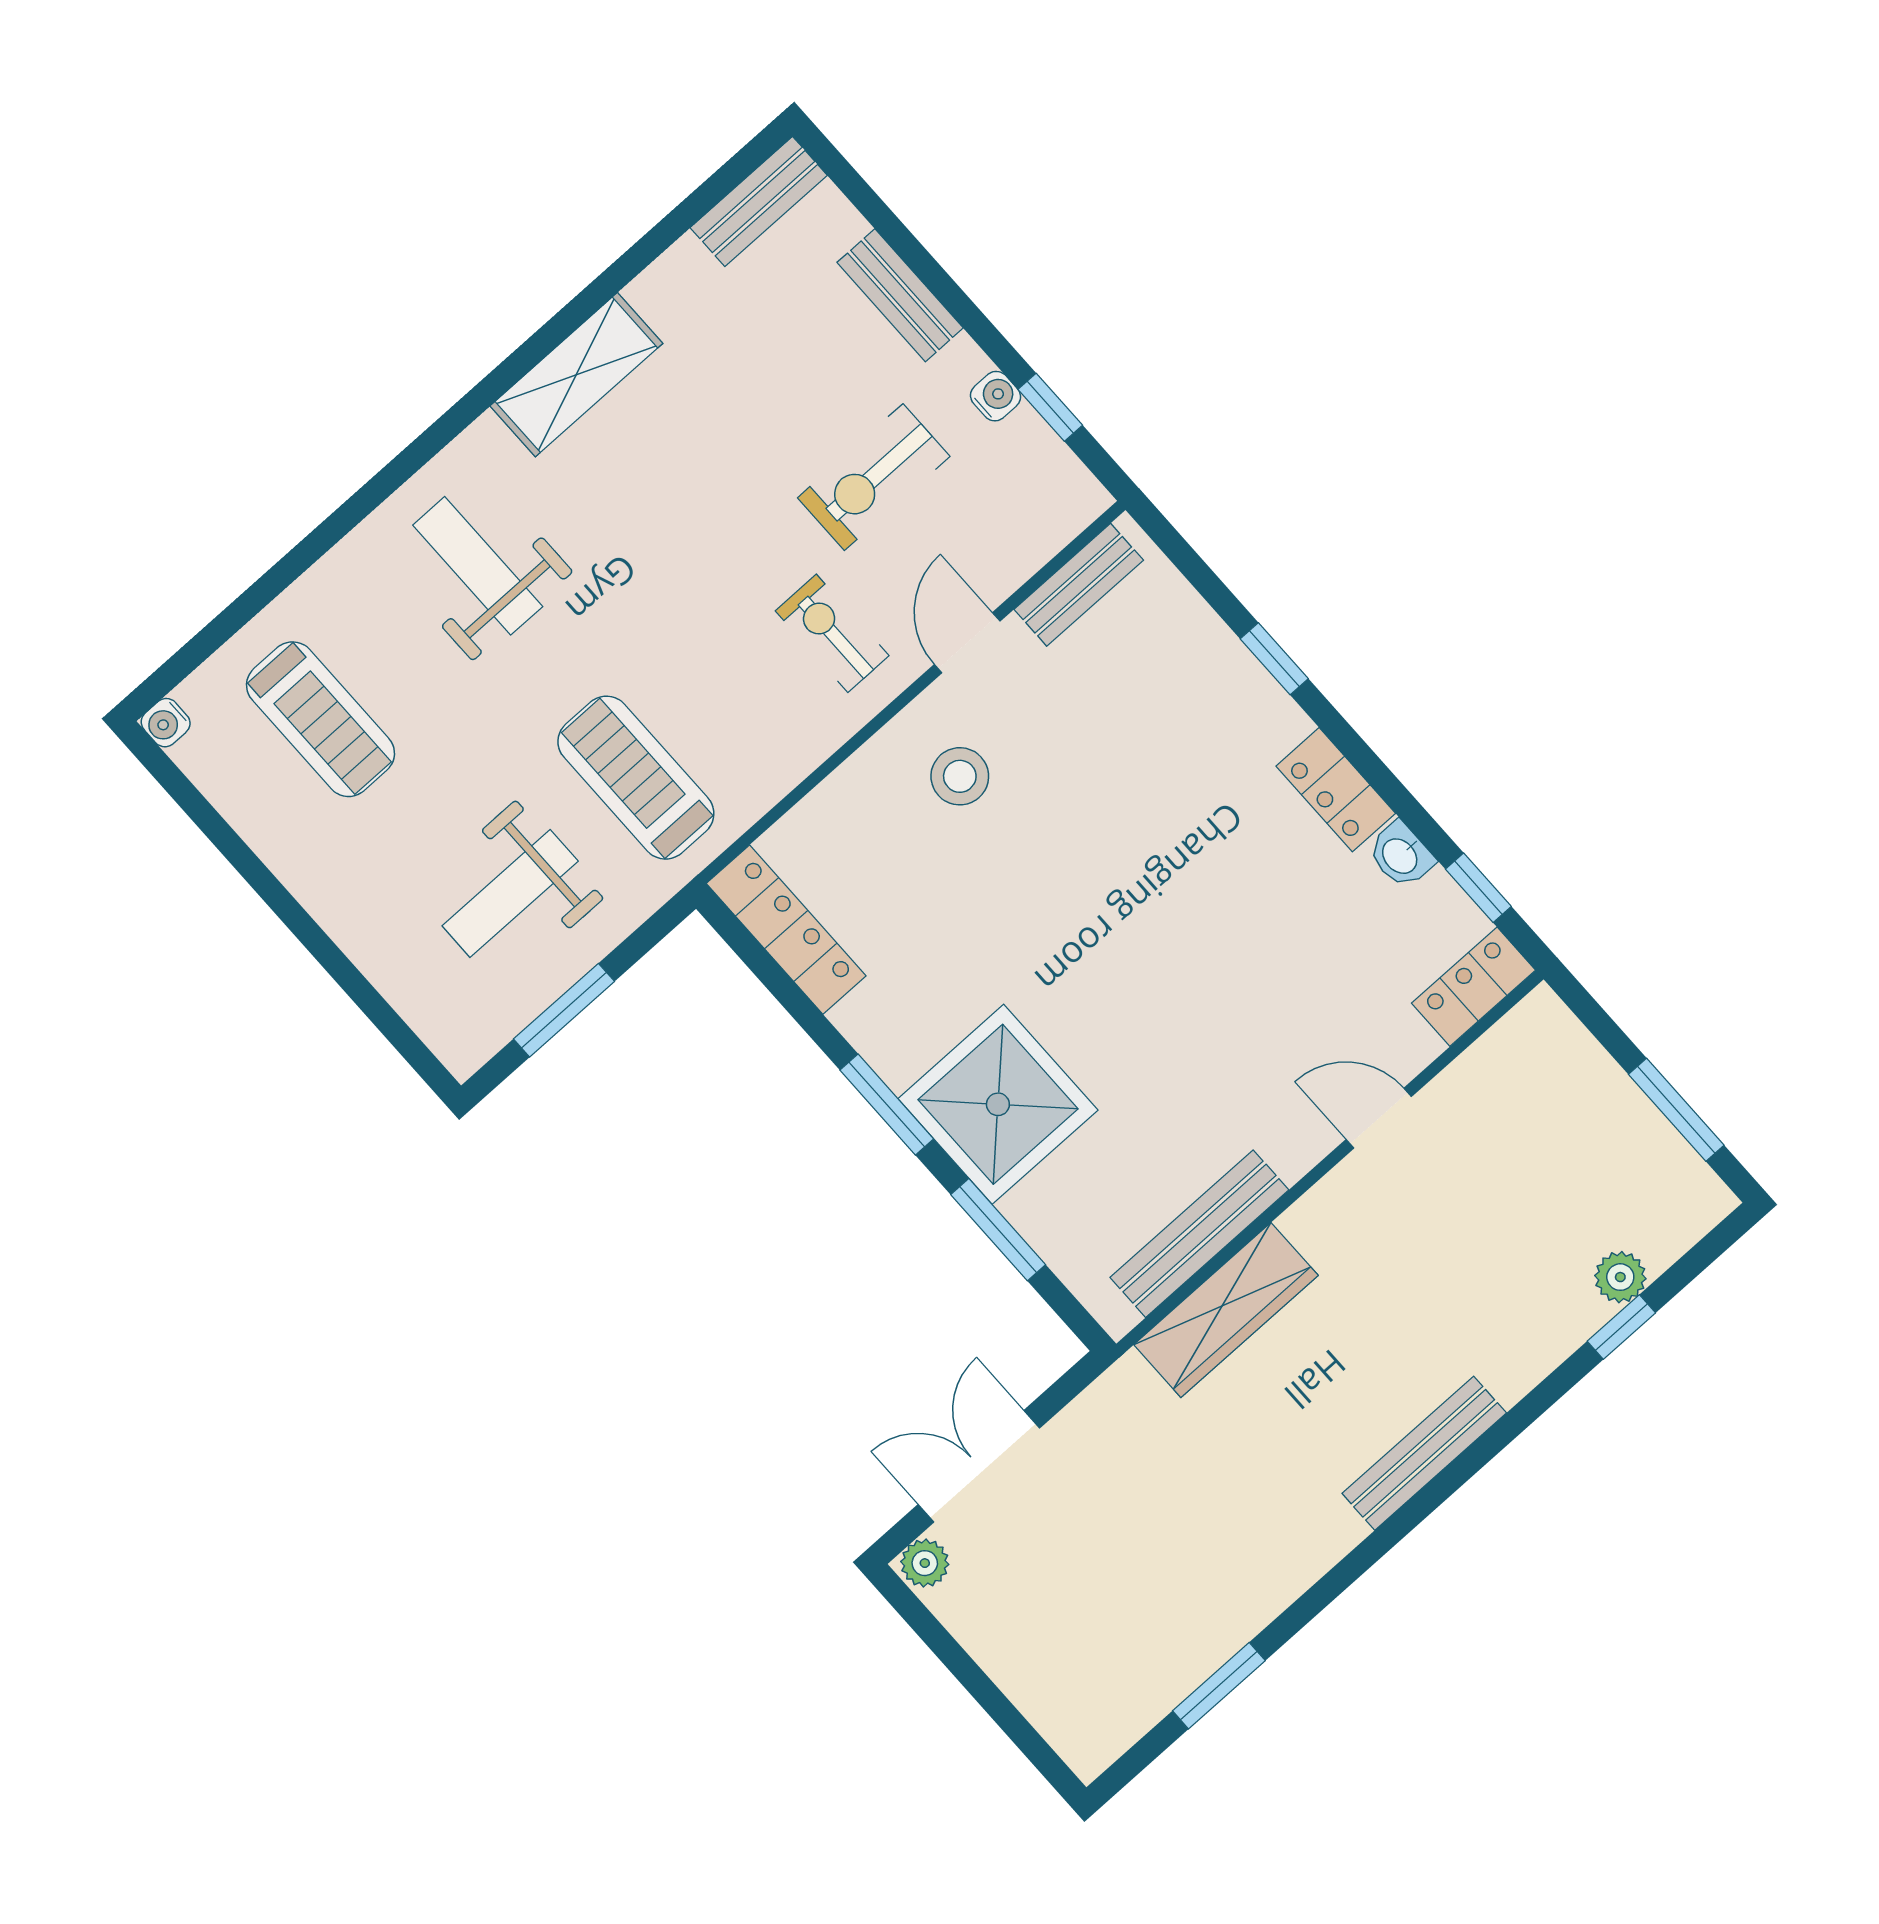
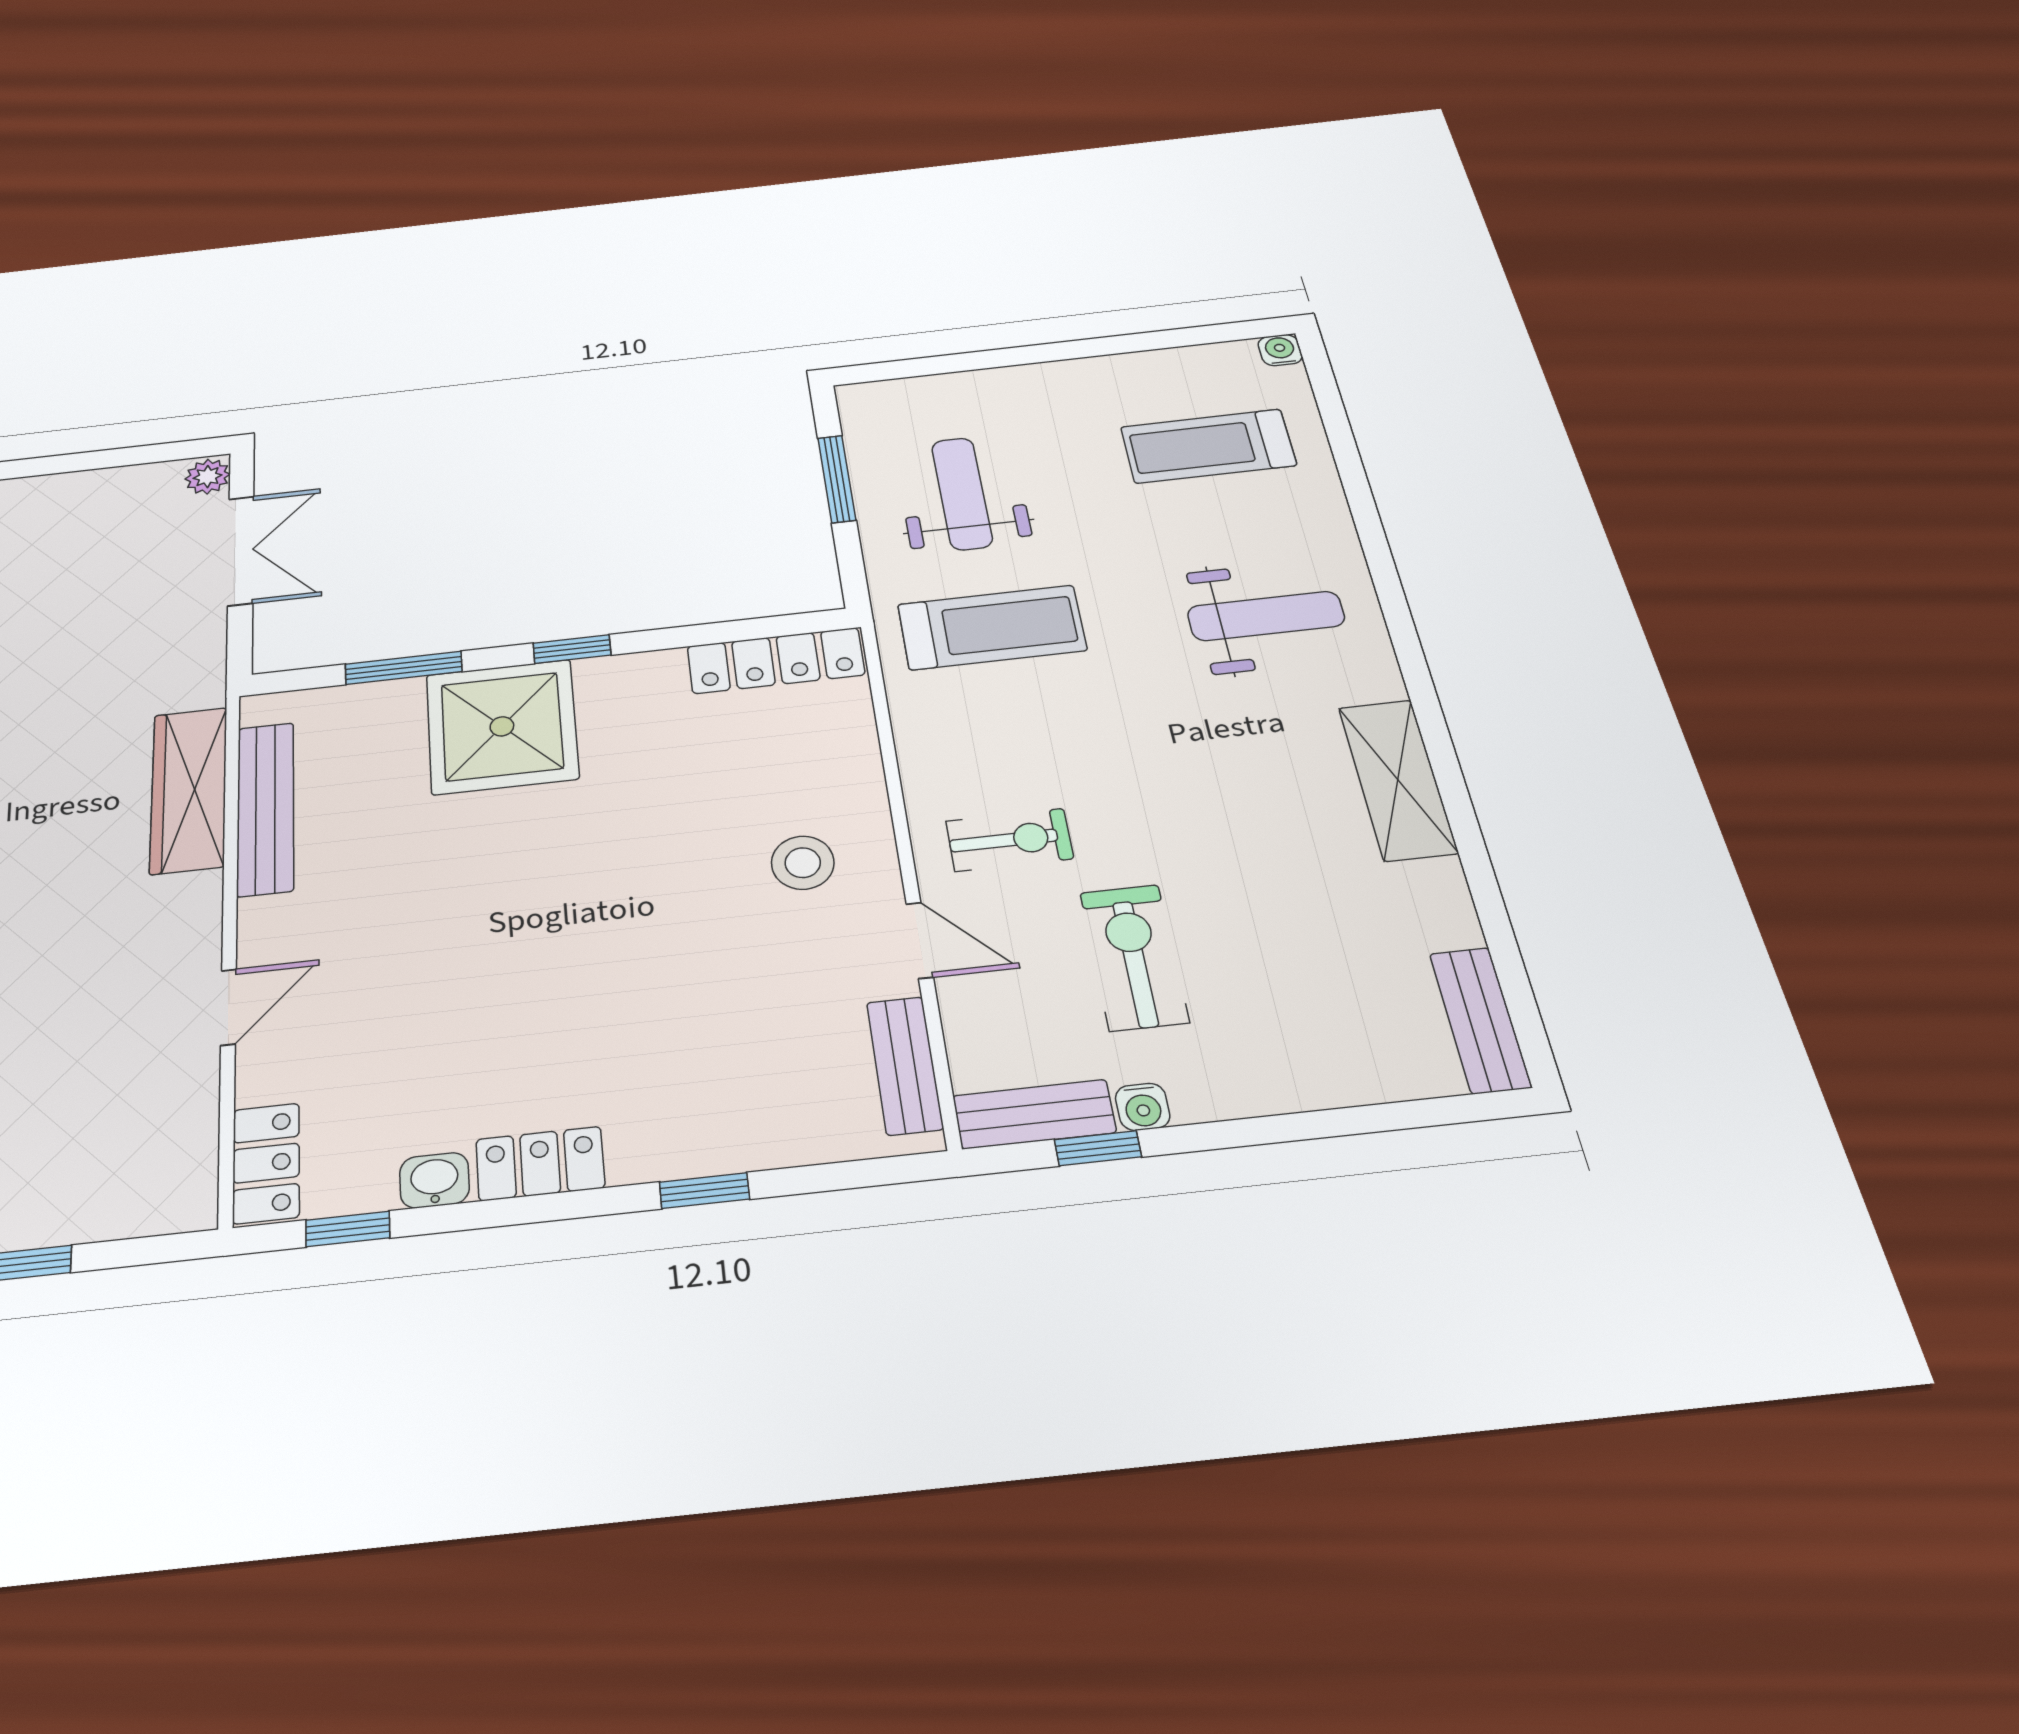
bench: (900, 295) -> (1034, 1114), moved
window: (887, 1105) -> (572, 649), width x0.67

